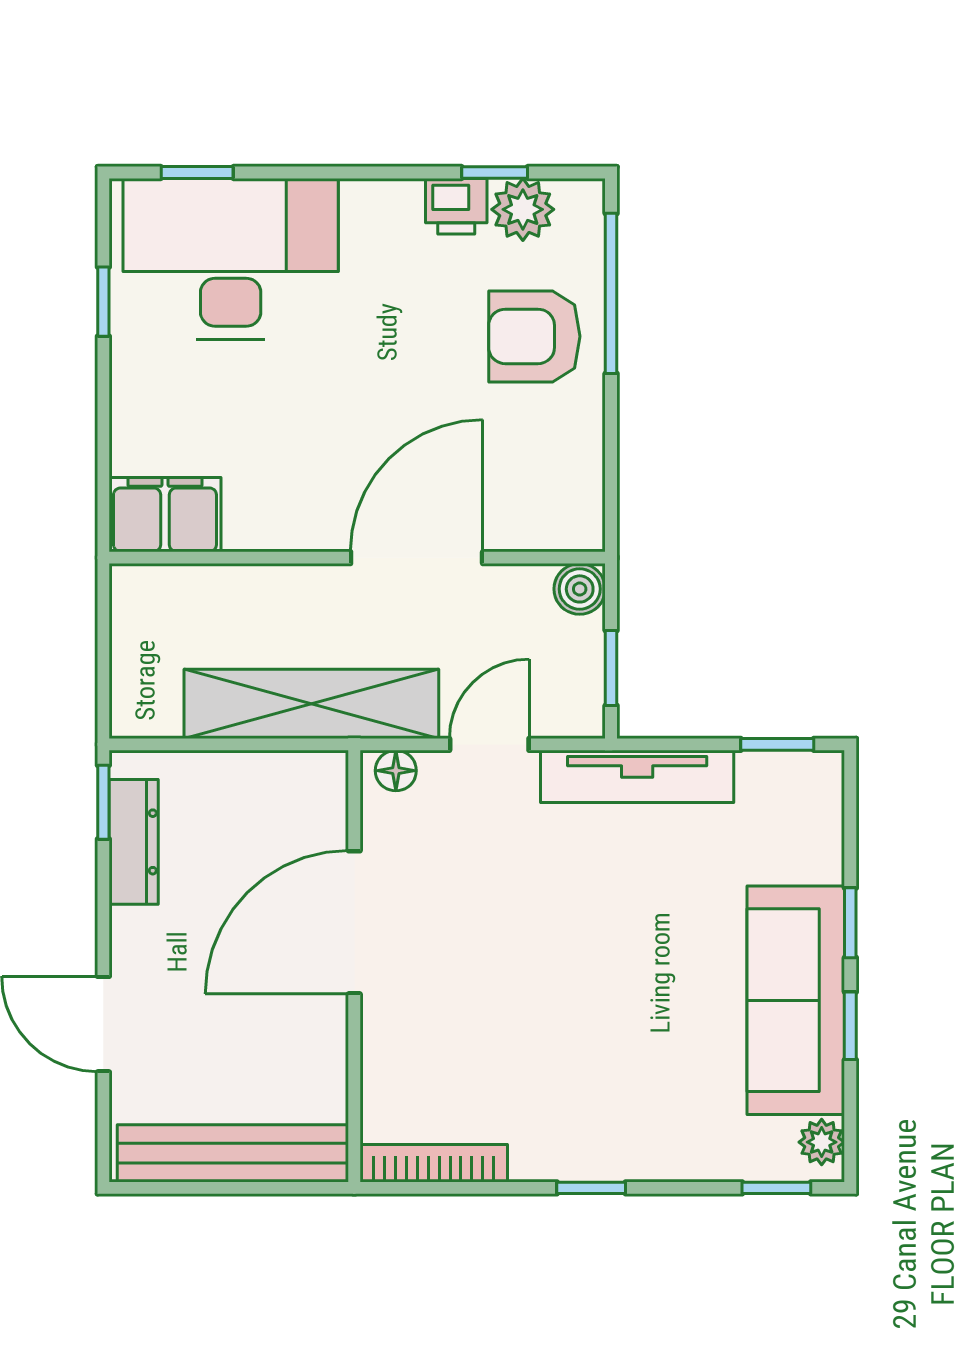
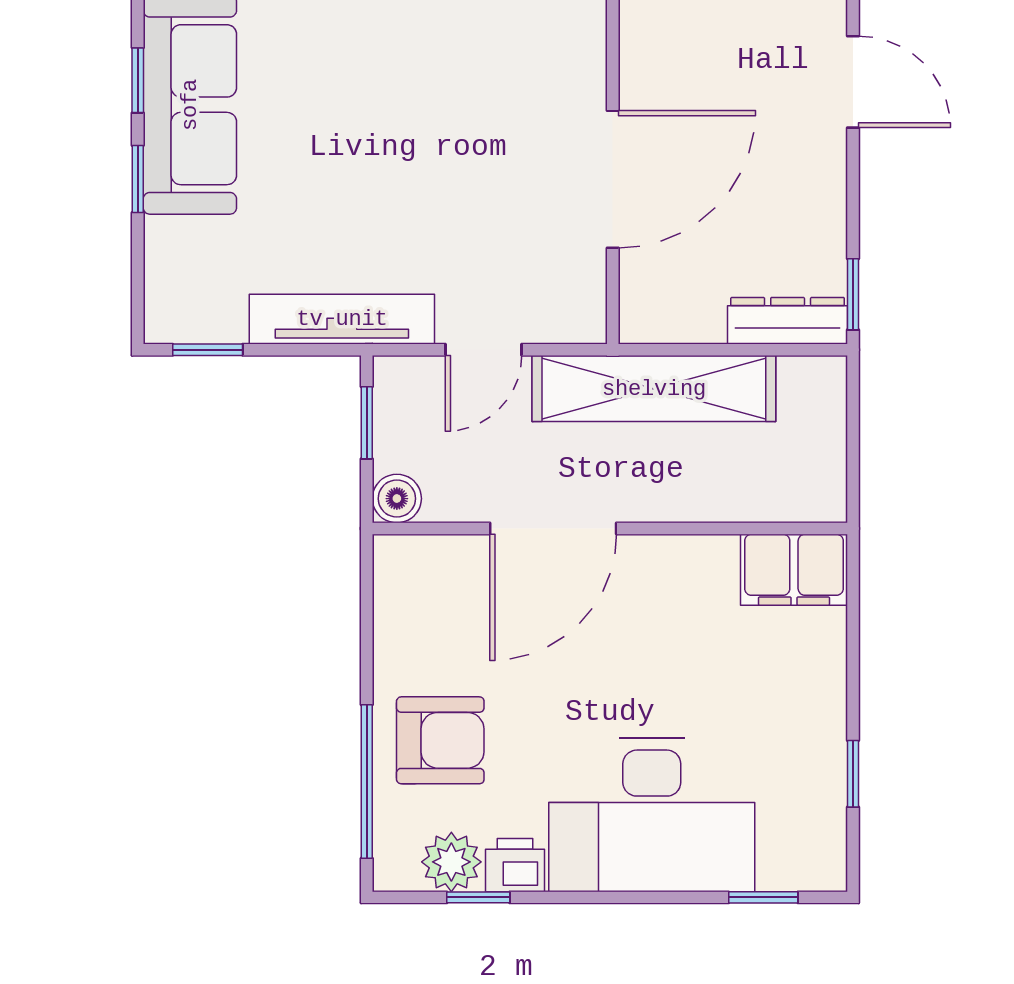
desk: (231, 259) -> (652, 815), moved
floor lamp: (396, 771) -> (573, 325), removed
dresser: (134, 842) -> (788, 321), moved, turned 90

